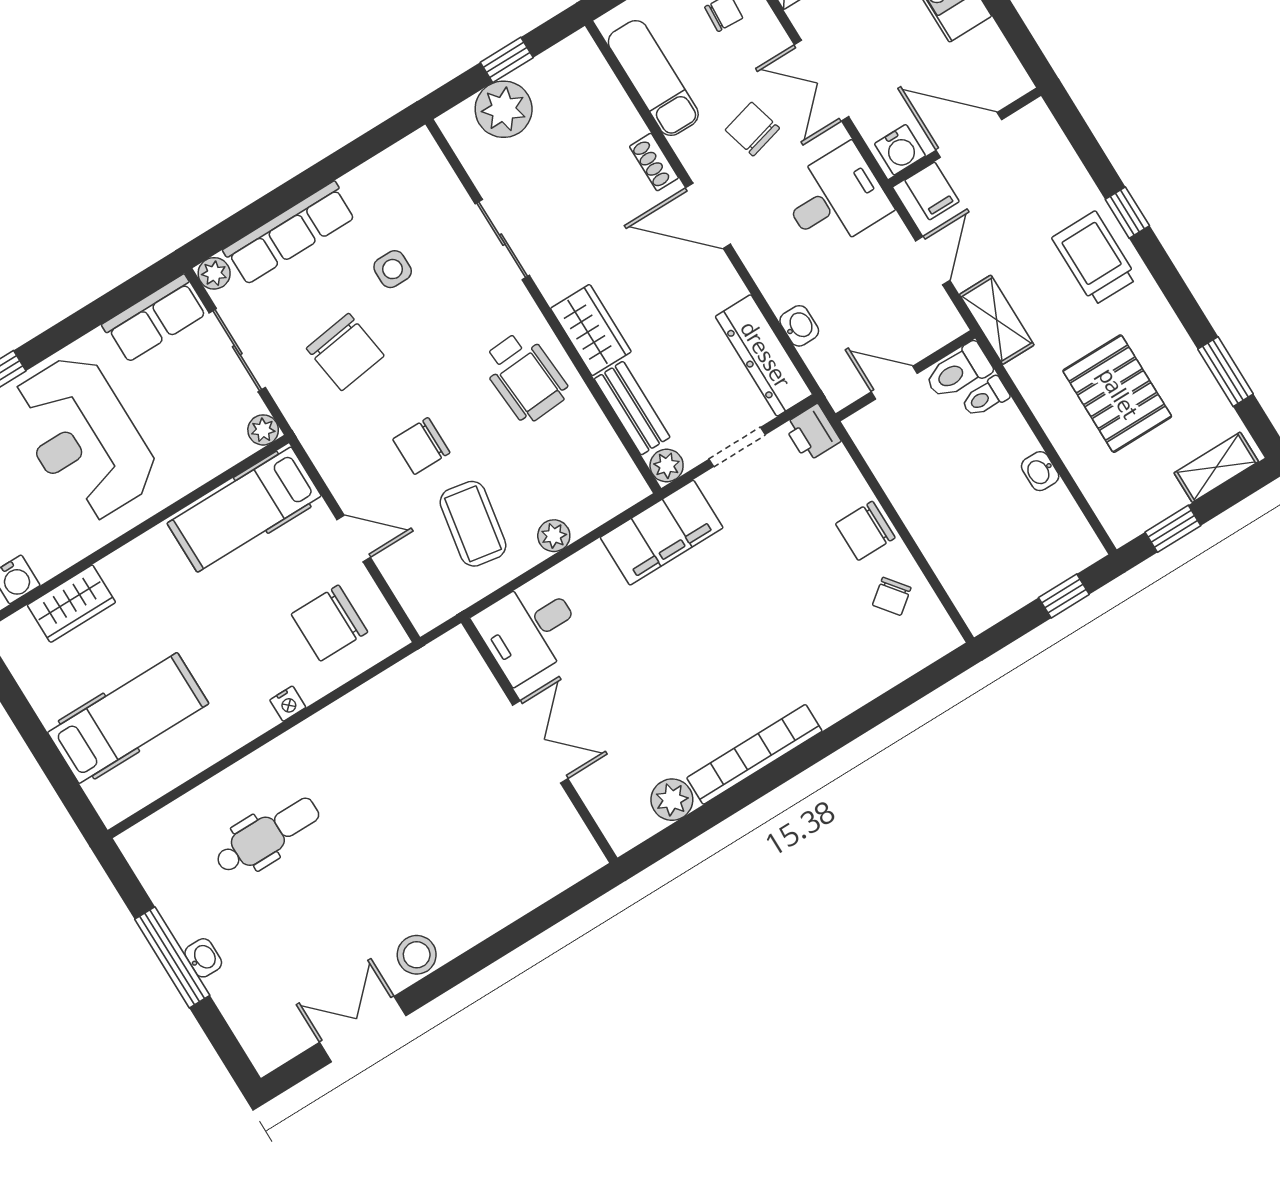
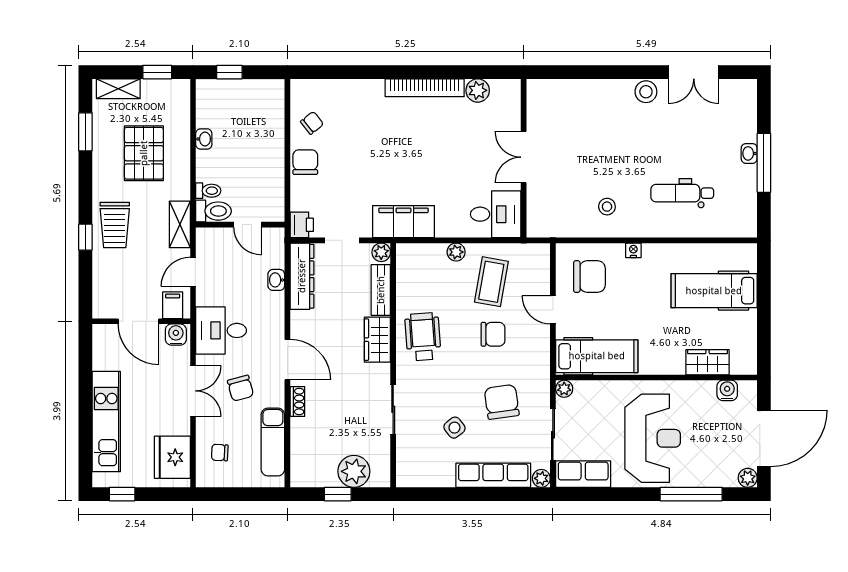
side table: (393, 269) -> (454, 428), turned -38
chair: (865, 531) -> (305, 162), turned -90
stool: (368, 745) -> (607, 207), added

